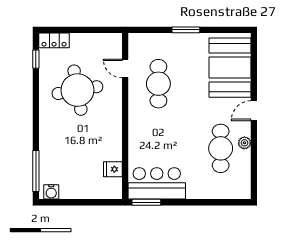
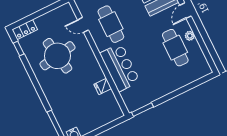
fridge: (113, 169) -> (103, 86), moved
bar counter: (157, 183) -> (120, 67), moved, turned 90

